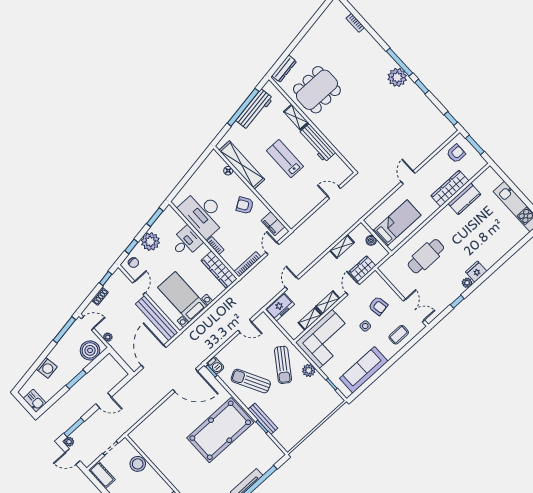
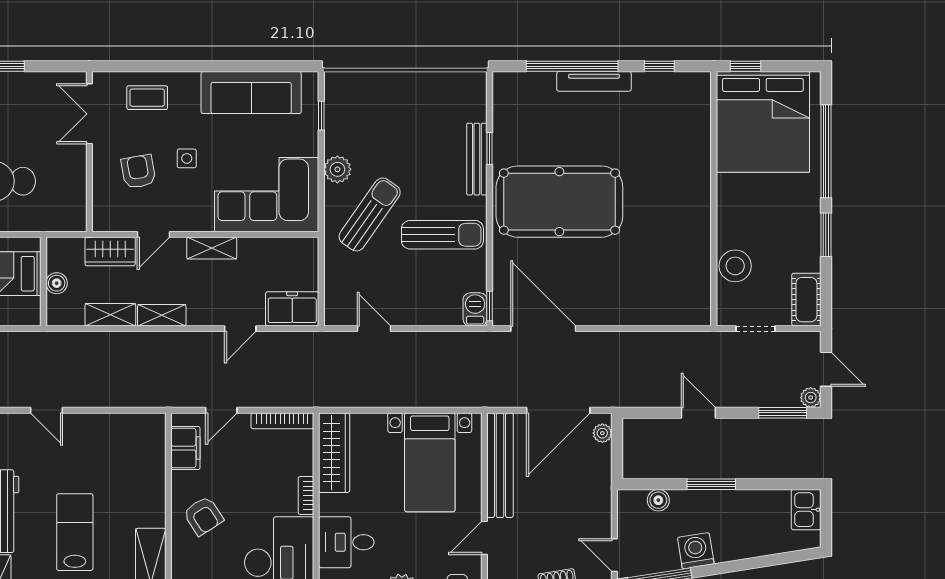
lab bench: (285, 159) -> (75, 532), turned 180
shelving: (310, 319) -> (162, 315), moved
plant: (108, 337) -> (602, 433), moved
boiler: (90, 350) -> (658, 500), width x0.54, depth x0.54
washing machine: (47, 368) -> (696, 551), moved
sun lounger: (251, 381) -> (442, 235), turned -62

